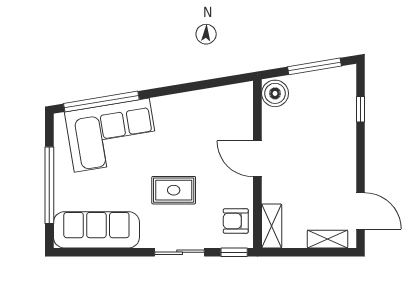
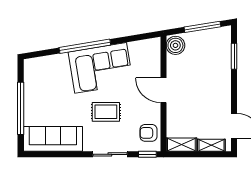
window: (101, 102) -> (85, 46), moved
window: (360, 109) -> (234, 56), width x1.50
corner sofa: (112, 135) -> (101, 68), moved
shelving: (272, 226) -> (181, 145), moved, turned 90

